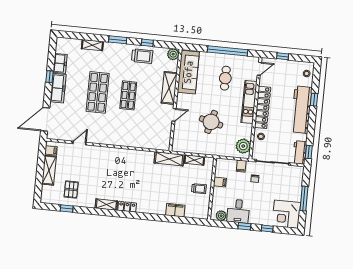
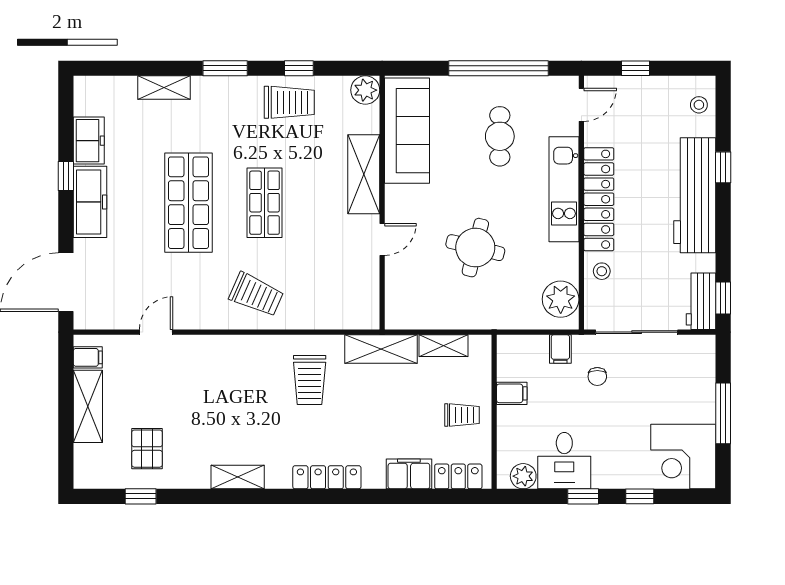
trolley: (121, 132) -> (256, 295), added
trolley: (139, 168) -> (310, 380), added
locker: (127, 207) -> (327, 477), moved, width x1.53
locker: (195, 213) -> (458, 476), added

